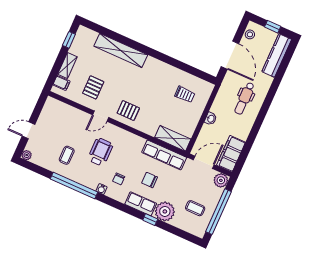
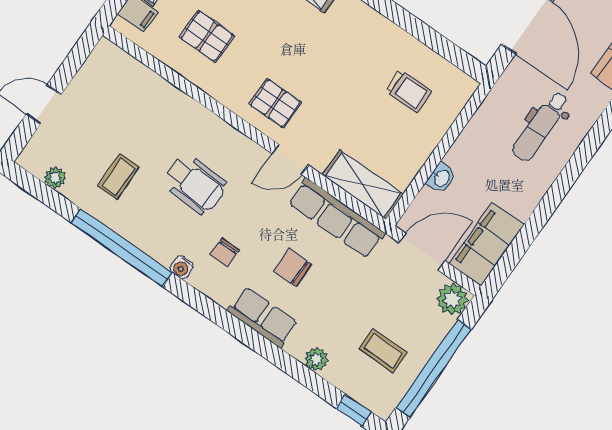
pallet: (93, 87) -> (207, 36), turned 90
door: (101, 116) -> (290, 159), moved
washbasin: (211, 119) -> (441, 178), moved
wheelchair: (100, 152) -> (195, 184), turned 93
plant: (27, 155) -> (55, 178), moved
plant: (165, 211) -> (316, 359), width x0.53, depth x0.53
window: (150, 220) -> (354, 410), moved

